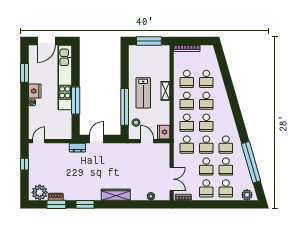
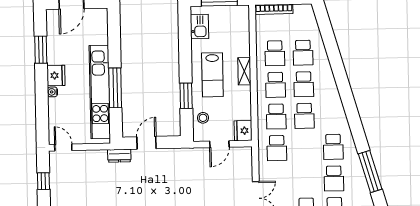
kitchen sink: (135, 59) -> (199, 27), added
kitchen unit: (65, 77) -> (100, 92), moved
window: (125, 107) -> (186, 96), width x0.47
door: (39, 141) -> (63, 147), hinge flipped
door: (147, 141) -> (219, 144), swing flipped
school desk: (206, 145) -> (305, 147), removed
window: (251, 162) -> (370, 172), width x0.68
school desk: (206, 166) -> (306, 179), removed

